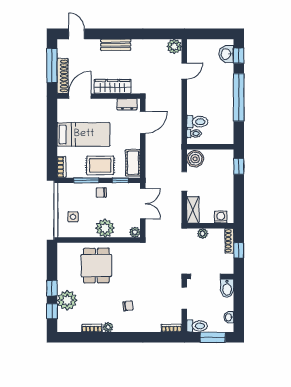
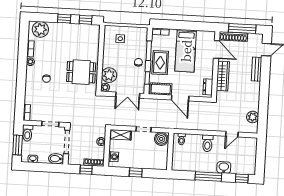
bench: (116, 45) -> (257, 69), moved
plant: (174, 46) -> (253, 117), moved
washbasin: (226, 54) -> (224, 167), moved
door: (184, 71) -> (232, 134), hinge flipped
window: (239, 97) -> (208, 177), width x0.68
door: (143, 122) -> (180, 98), moved
toilet: (197, 122) -> (207, 143), moved
window: (239, 166) -> (136, 172), moved
plant: (105, 228) -> (109, 75), moved
dining table: (96, 266) -> (81, 72), moved
plant: (67, 300) -> (40, 29), moved
window: (52, 311) -> (86, 20), moved

